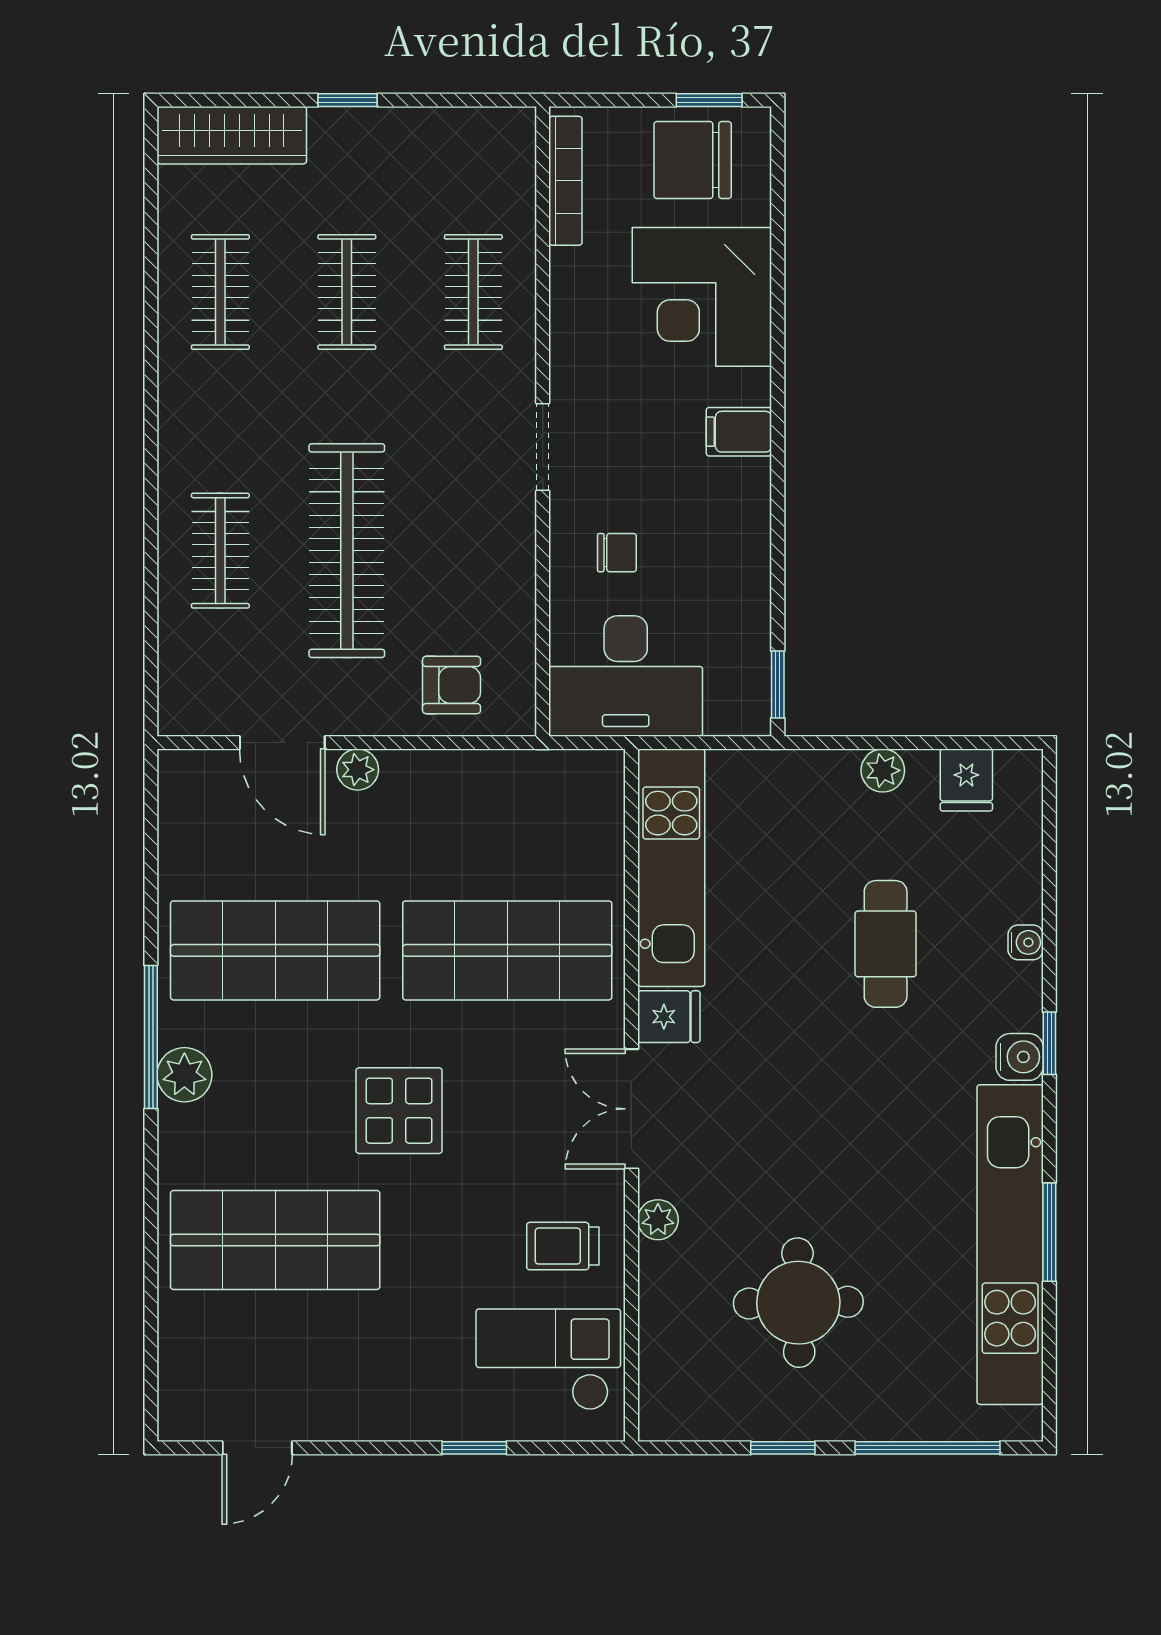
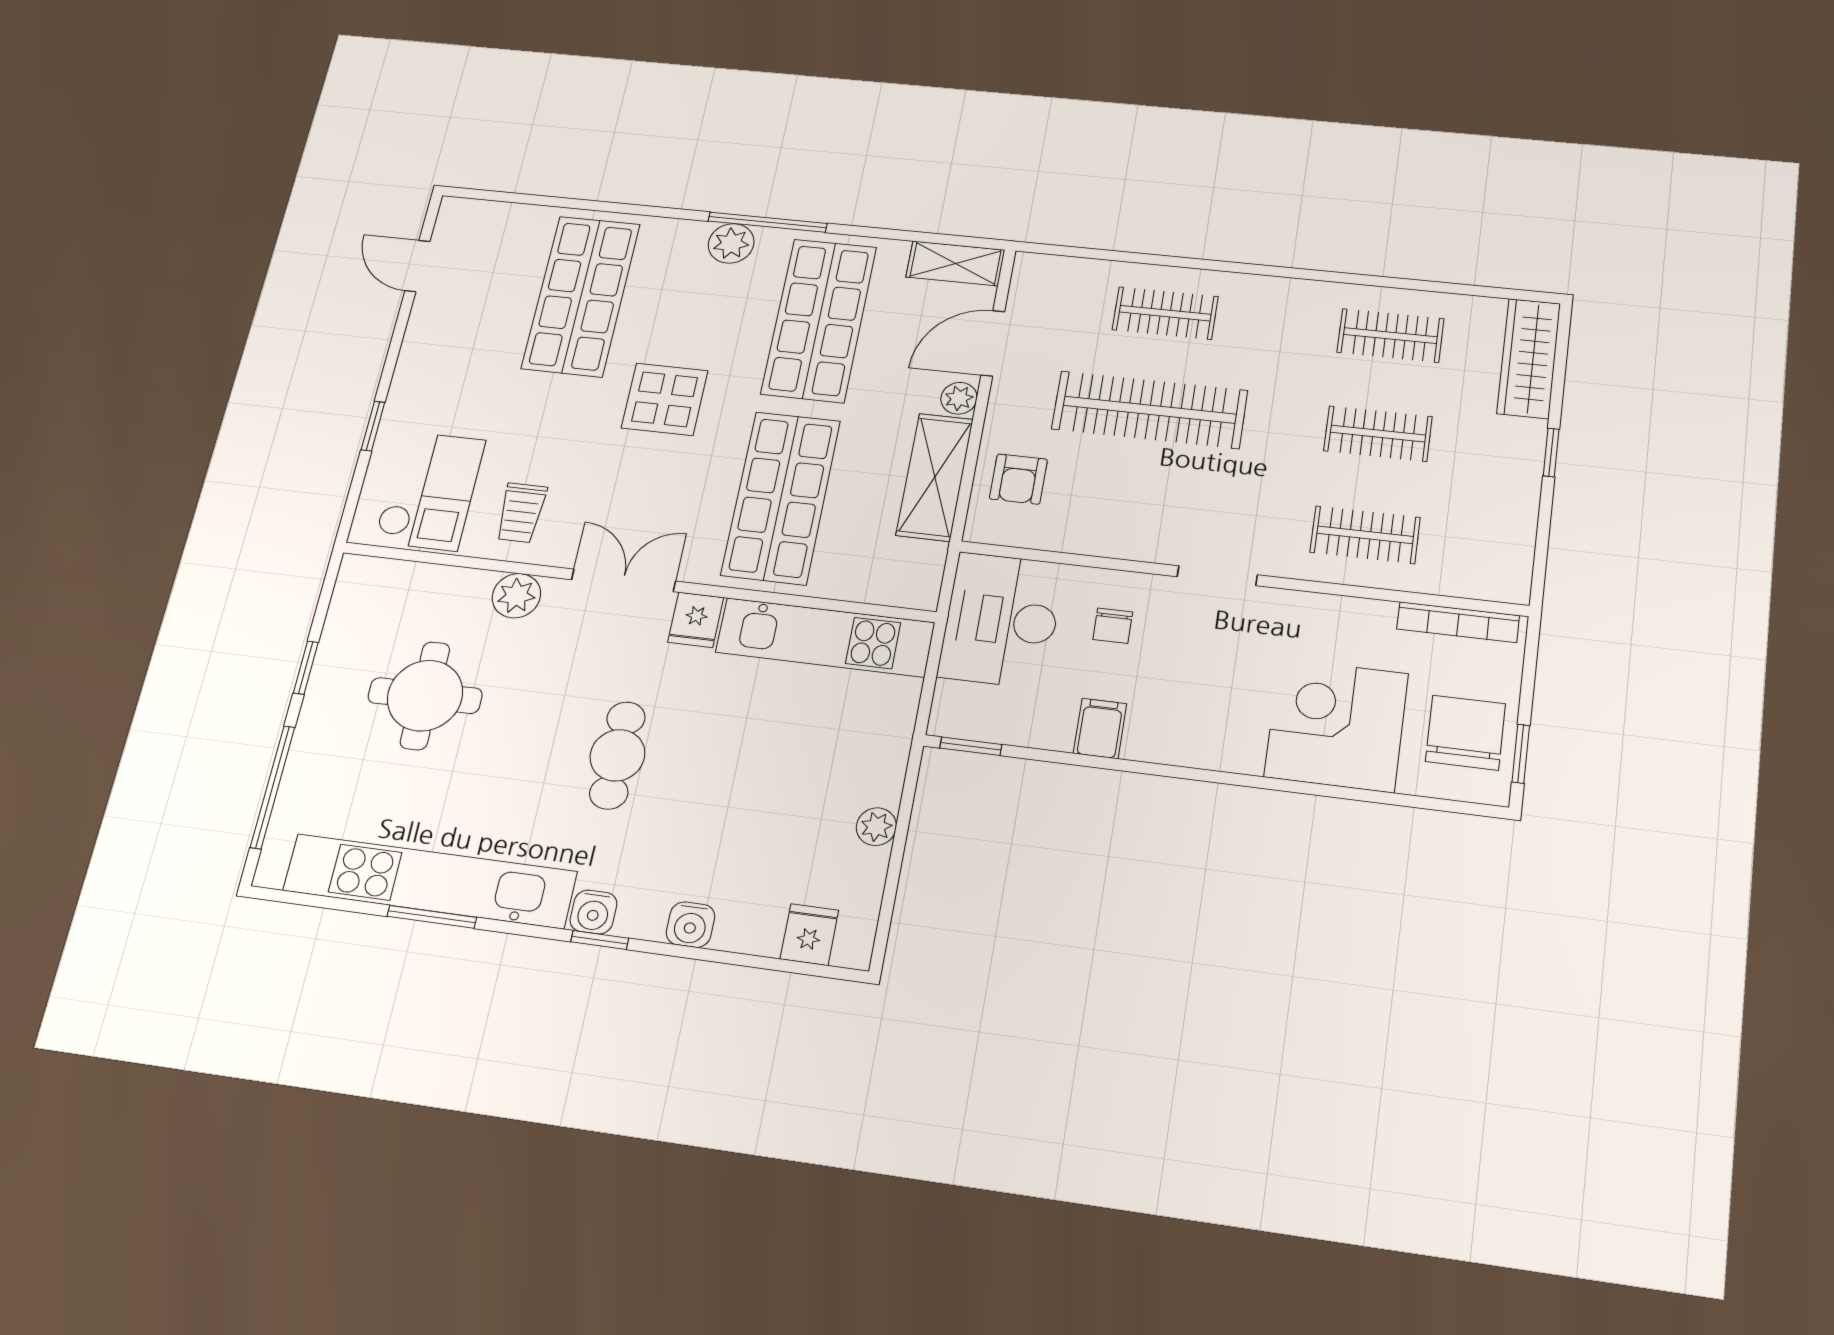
filing cabinet: (739, 432) -> (1100, 728), moved
shelving: (460, 780) -> (935, 477), added
fridge: (966, 780) -> (809, 935), moved, turned 90
shelving: (182, 804) -> (955, 263), added
water cooler: (1026, 942) -> (691, 925), width x1.38, depth x1.38
cafe table: (886, 944) -> (617, 755), moved, turned 90
plant: (658, 1220) -> (516, 596), width x1.38, depth x1.38
trolley: (563, 1246) -> (521, 513), turned 180

